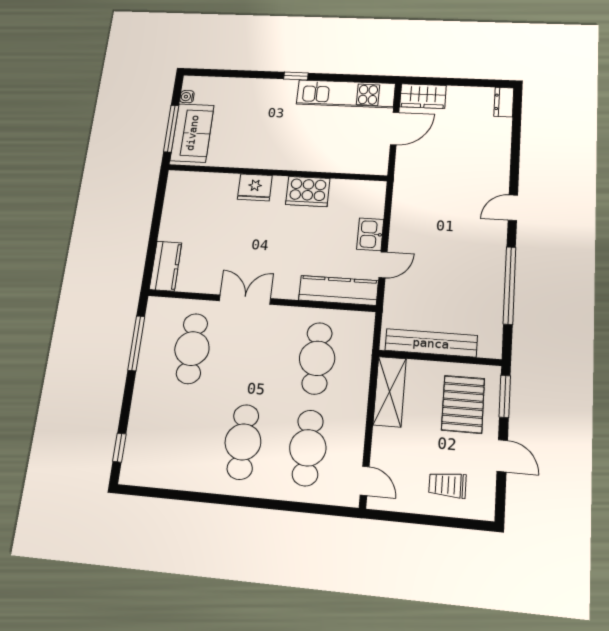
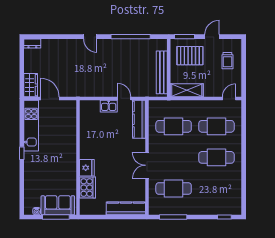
cooker: (308, 192) -> (88, 188), moved
kitchen counter: (166, 266) -> (126, 208), width x1.50

